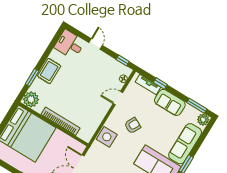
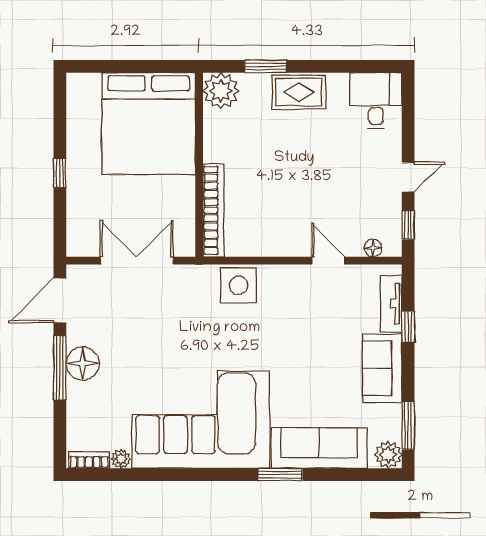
door: (96, 44) -> (408, 177), moved
bookcase: (60, 121) -> (213, 210), moved
armchair: (133, 125) -> (292, 322), removed

